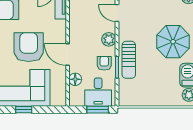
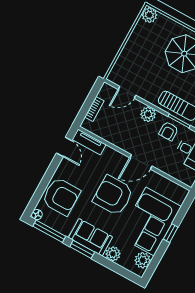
armchair: (104, 63) -> (169, 131), turned -90
floor lamp: (75, 79) -> (169, 168), removed

